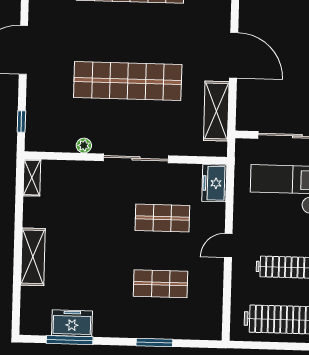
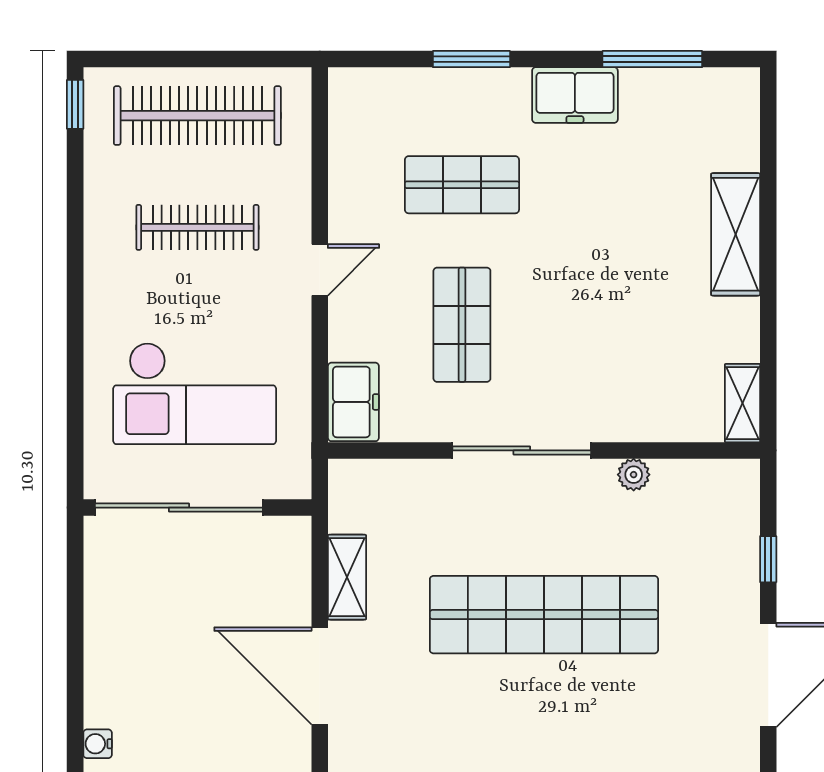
shelving: (216, 111) -> (347, 577), width x0.67, depth x0.75
window: (21, 121) -> (768, 559), moved
shop shelf: (162, 218) -> (462, 325), turned 90
freezer: (72, 323) -> (575, 95), moved

